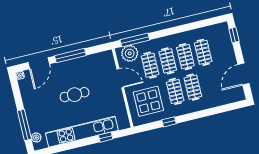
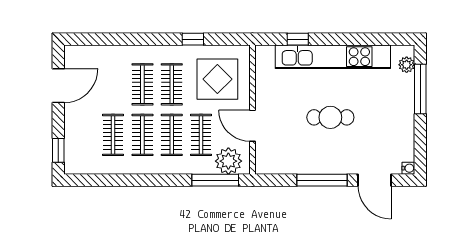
door: (39, 63) -> (375, 180), swing flipped

